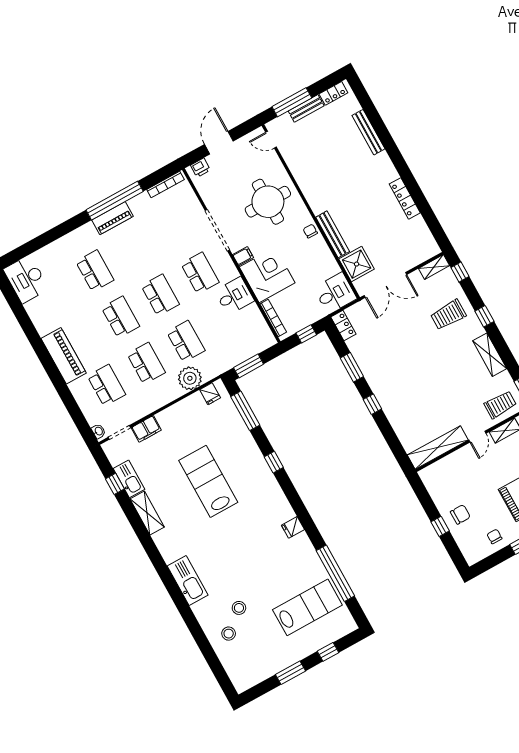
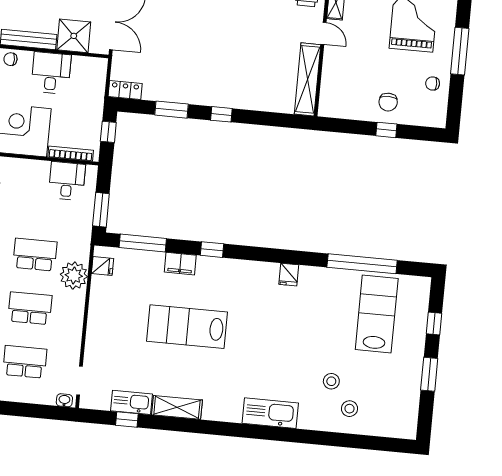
desk: (335, 293) -> (51, 73), moved
desk: (234, 296) -> (67, 181), moved
filing cabinet: (146, 429) -> (180, 264), moved, turned 90
chair: (460, 514) -> (388, 102), turned 180

